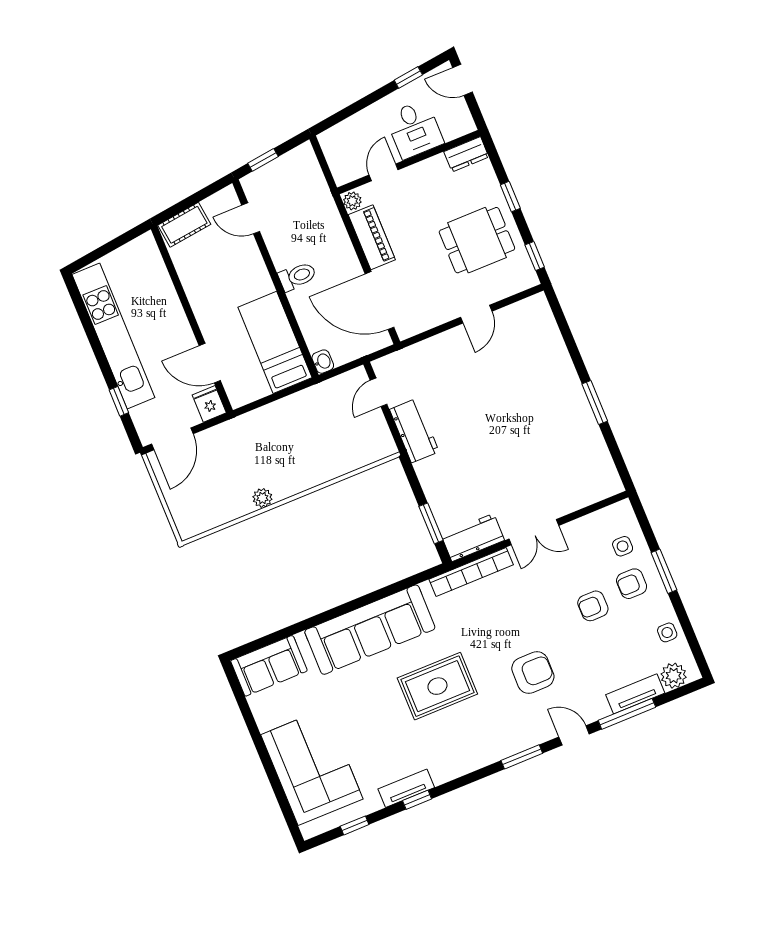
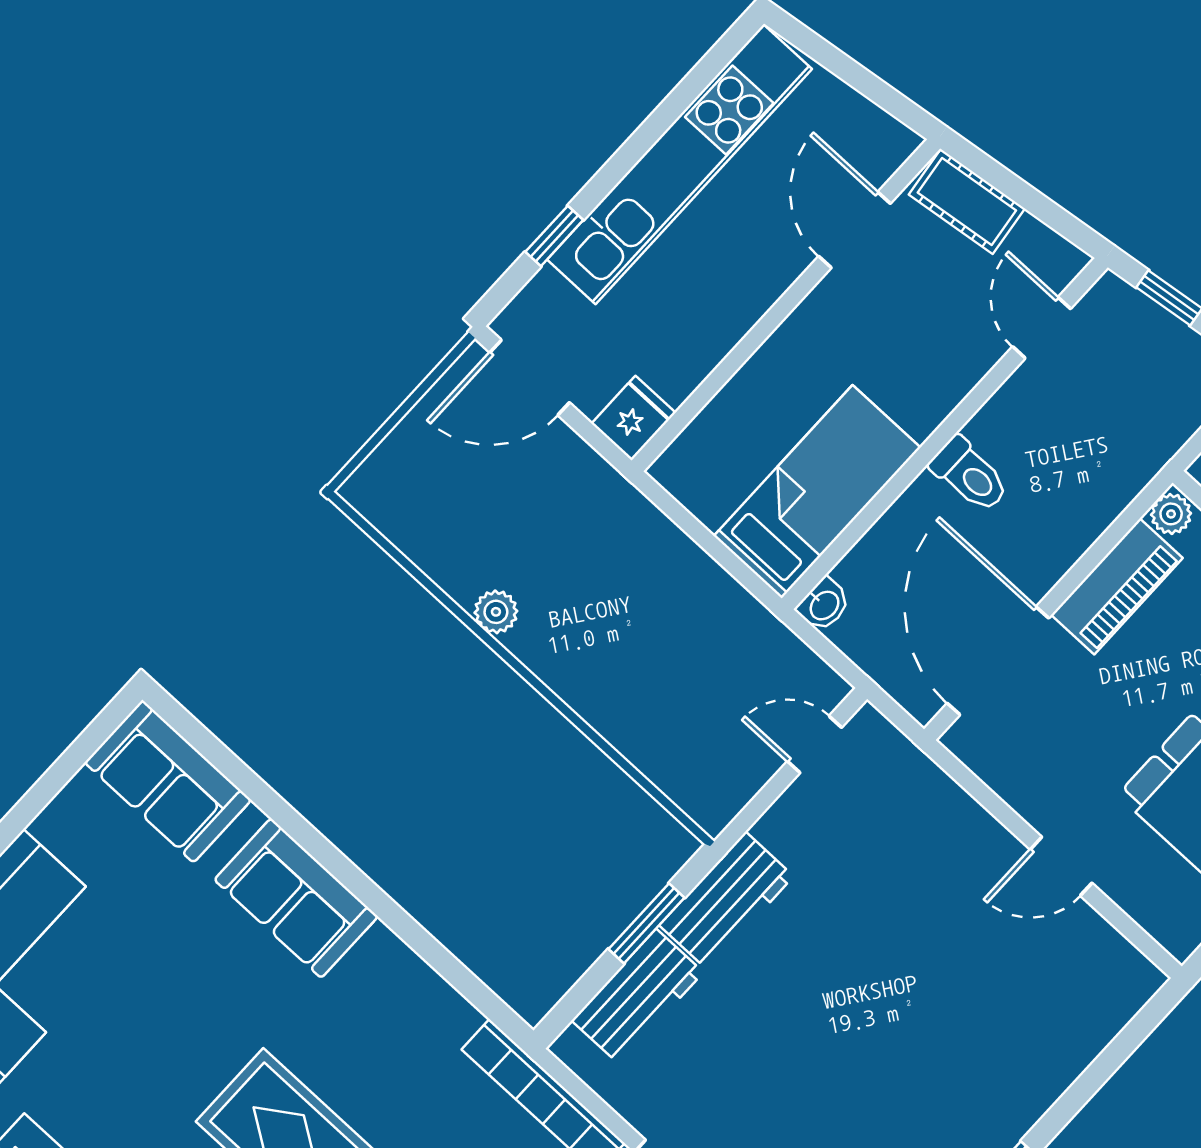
door: (210, 363) -> (855, 230), moved
workbench: (414, 430) -> (726, 901), moved
window: (431, 523) -> (646, 923), moved
workbench: (473, 537) -> (637, 996), moved, turned 90
sofa: (370, 630) -> (296, 898), width x0.54, depth x0.79

